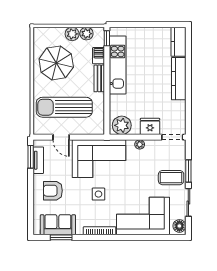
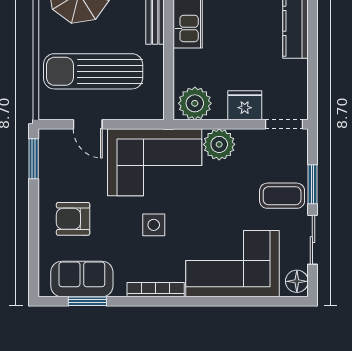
plant: (140, 144) -> (219, 144), width x1.87, depth x1.87
tv unit: (38, 160) -> (47, 165), removed

